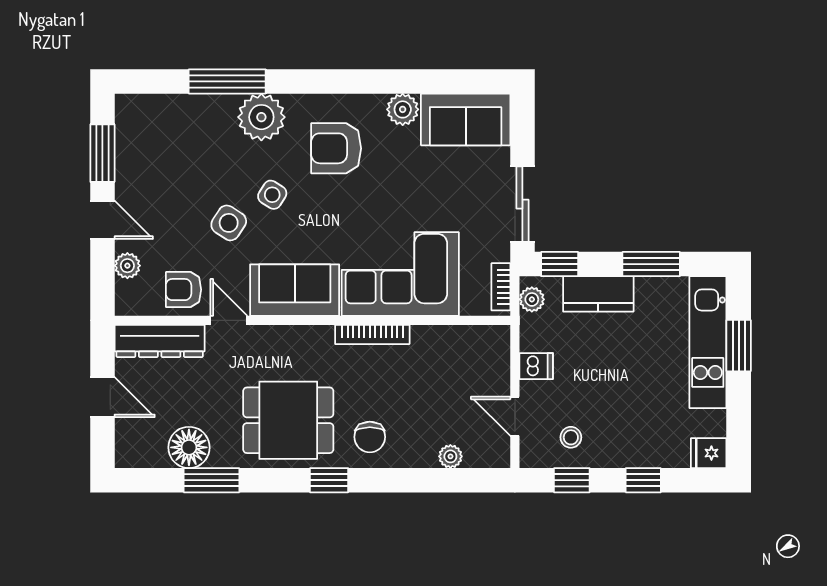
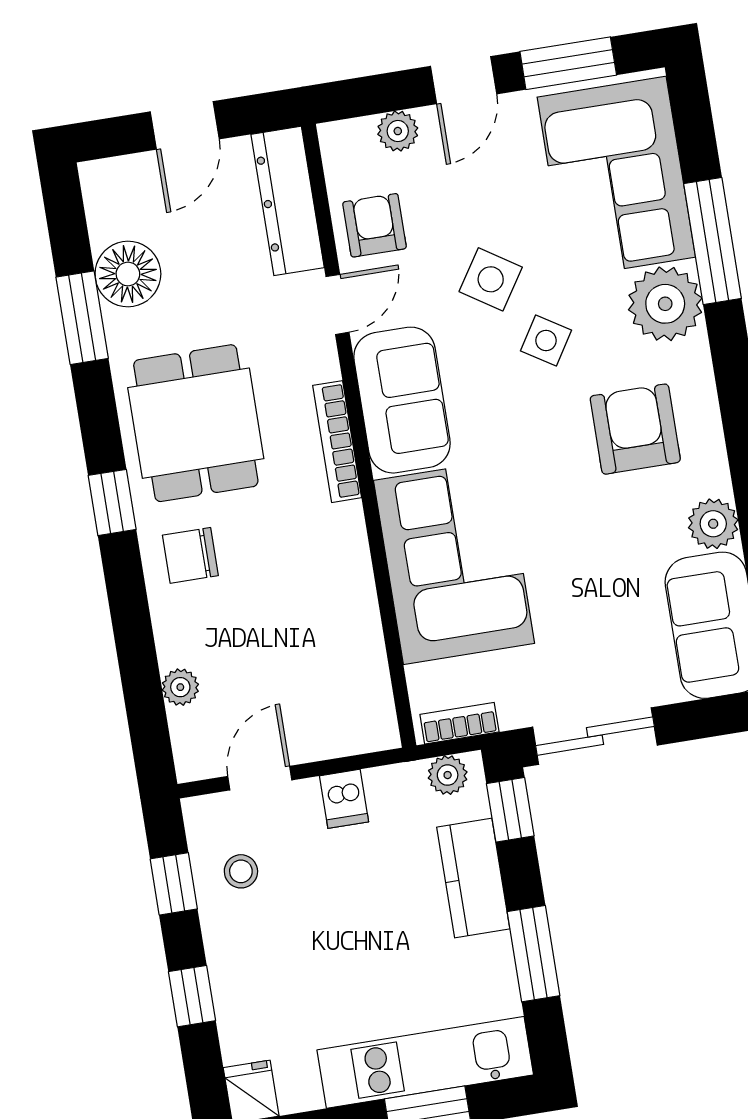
corner sofa: (178, 135) -> (616, 177), added
bookcase: (372, 334) -> (337, 442), moved

